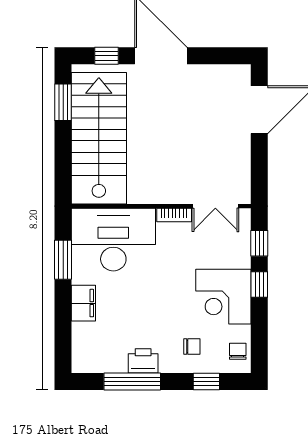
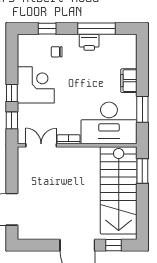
window: (63, 102) -> (142, 171), moved
chair: (238, 351) -> (26, 49), removed

